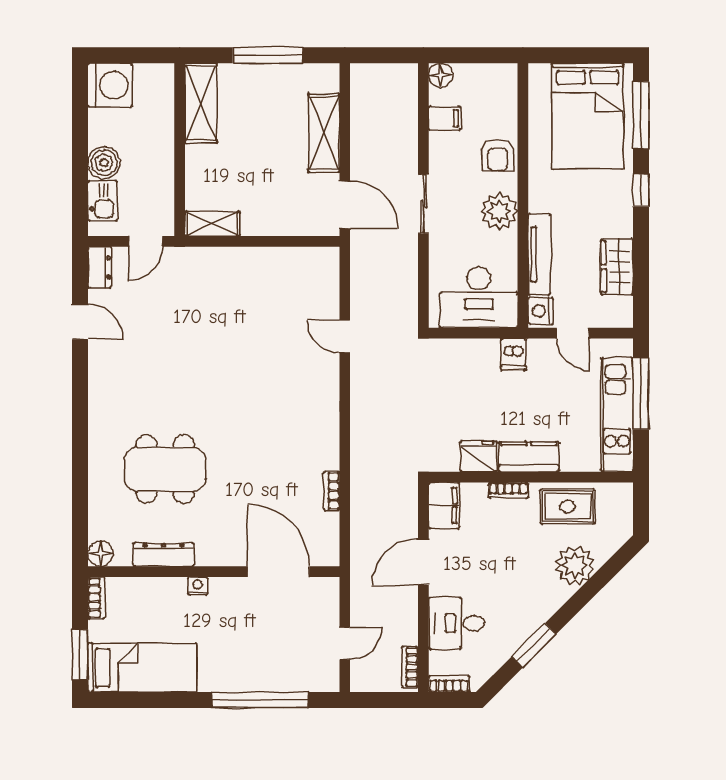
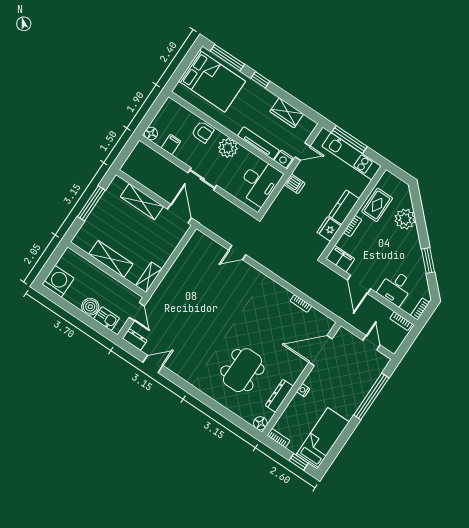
shelving: (201, 103) -> (111, 259), moved
door: (345, 205) -> (179, 214), hinge flipped
window: (80, 655) -> (299, 462), width x0.67

